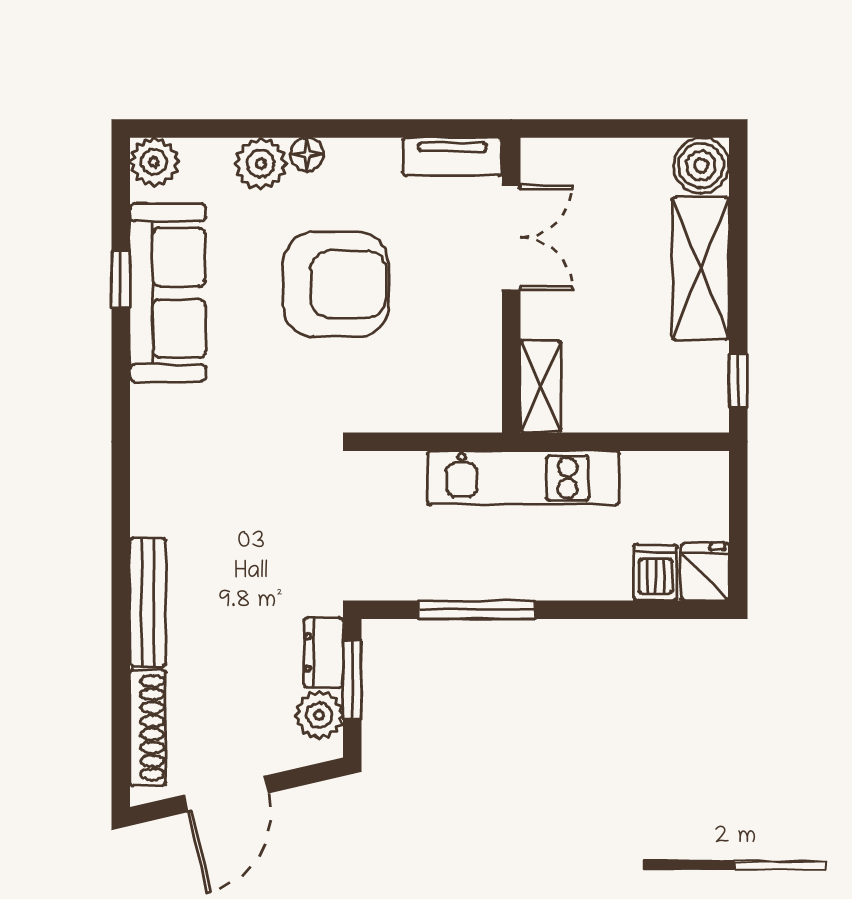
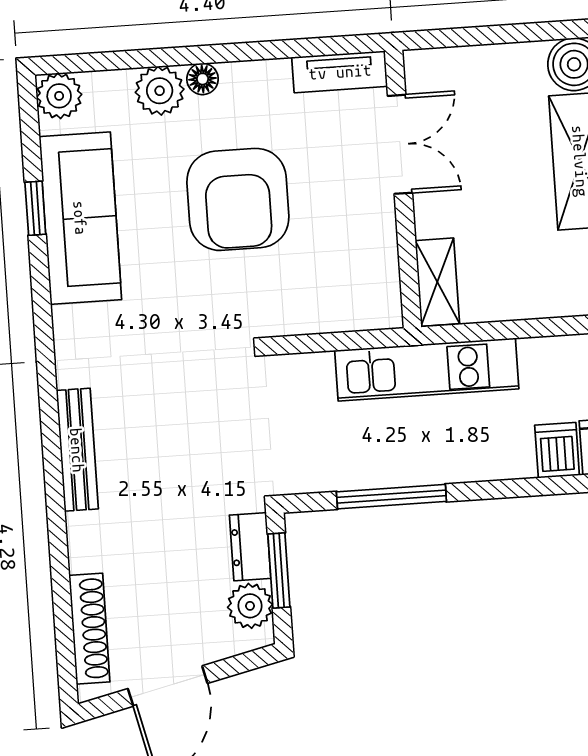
armchair: (336, 284) -> (238, 199), turned 90
bench: (148, 602) -> (77, 450), moved

